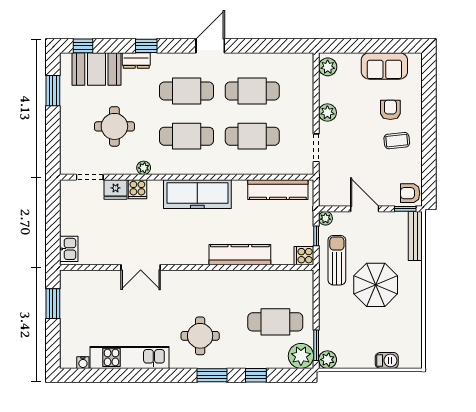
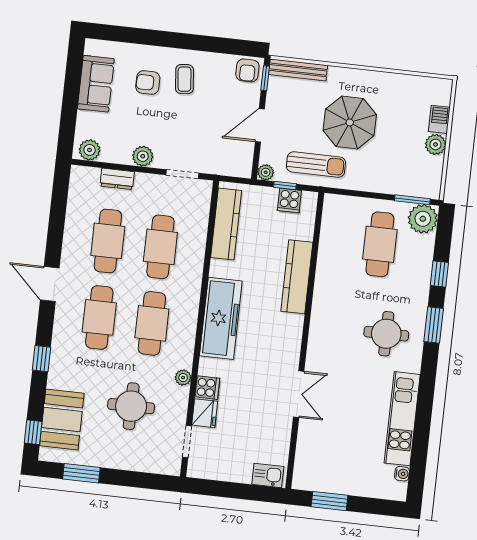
dresser: (136, 60) -> (117, 179), moved, turned 90
cooker: (304, 256) -> (289, 200), moved
sun lounger: (337, 260) -> (316, 165), turned 180
plant: (328, 360) -> (436, 144), moved

